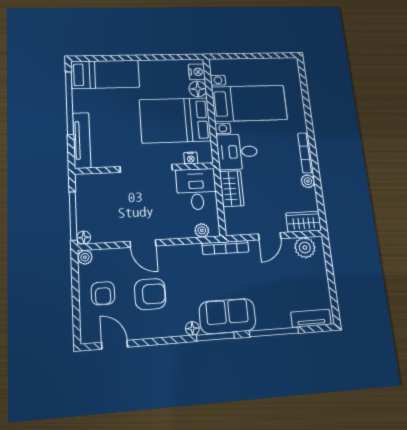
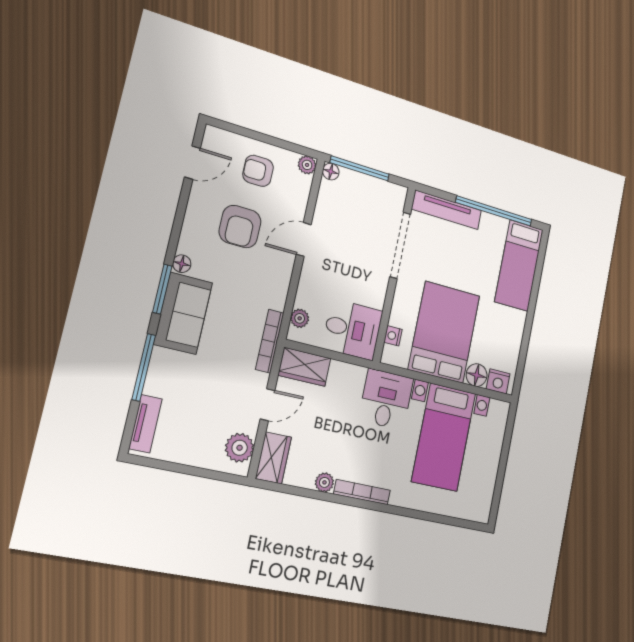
doorway: (146, 168) -> (400, 245), moved
wardrobe: (232, 189) -> (304, 367), moved
door: (270, 236) -> (267, 405), swing flipped

